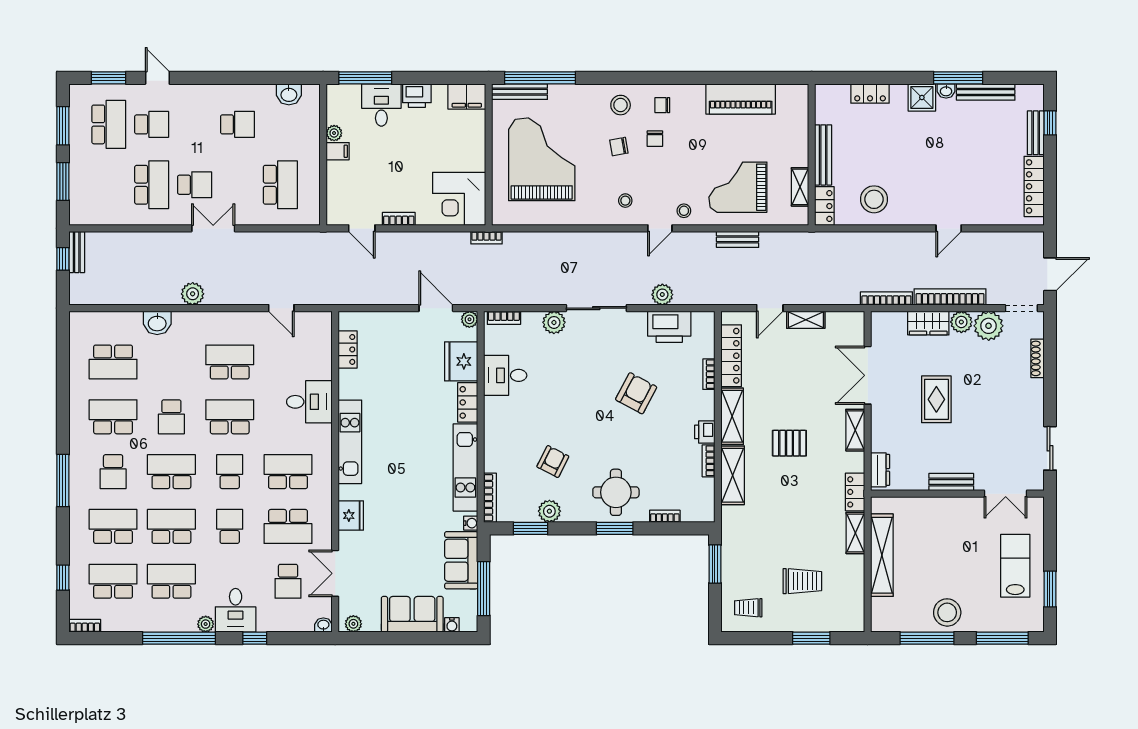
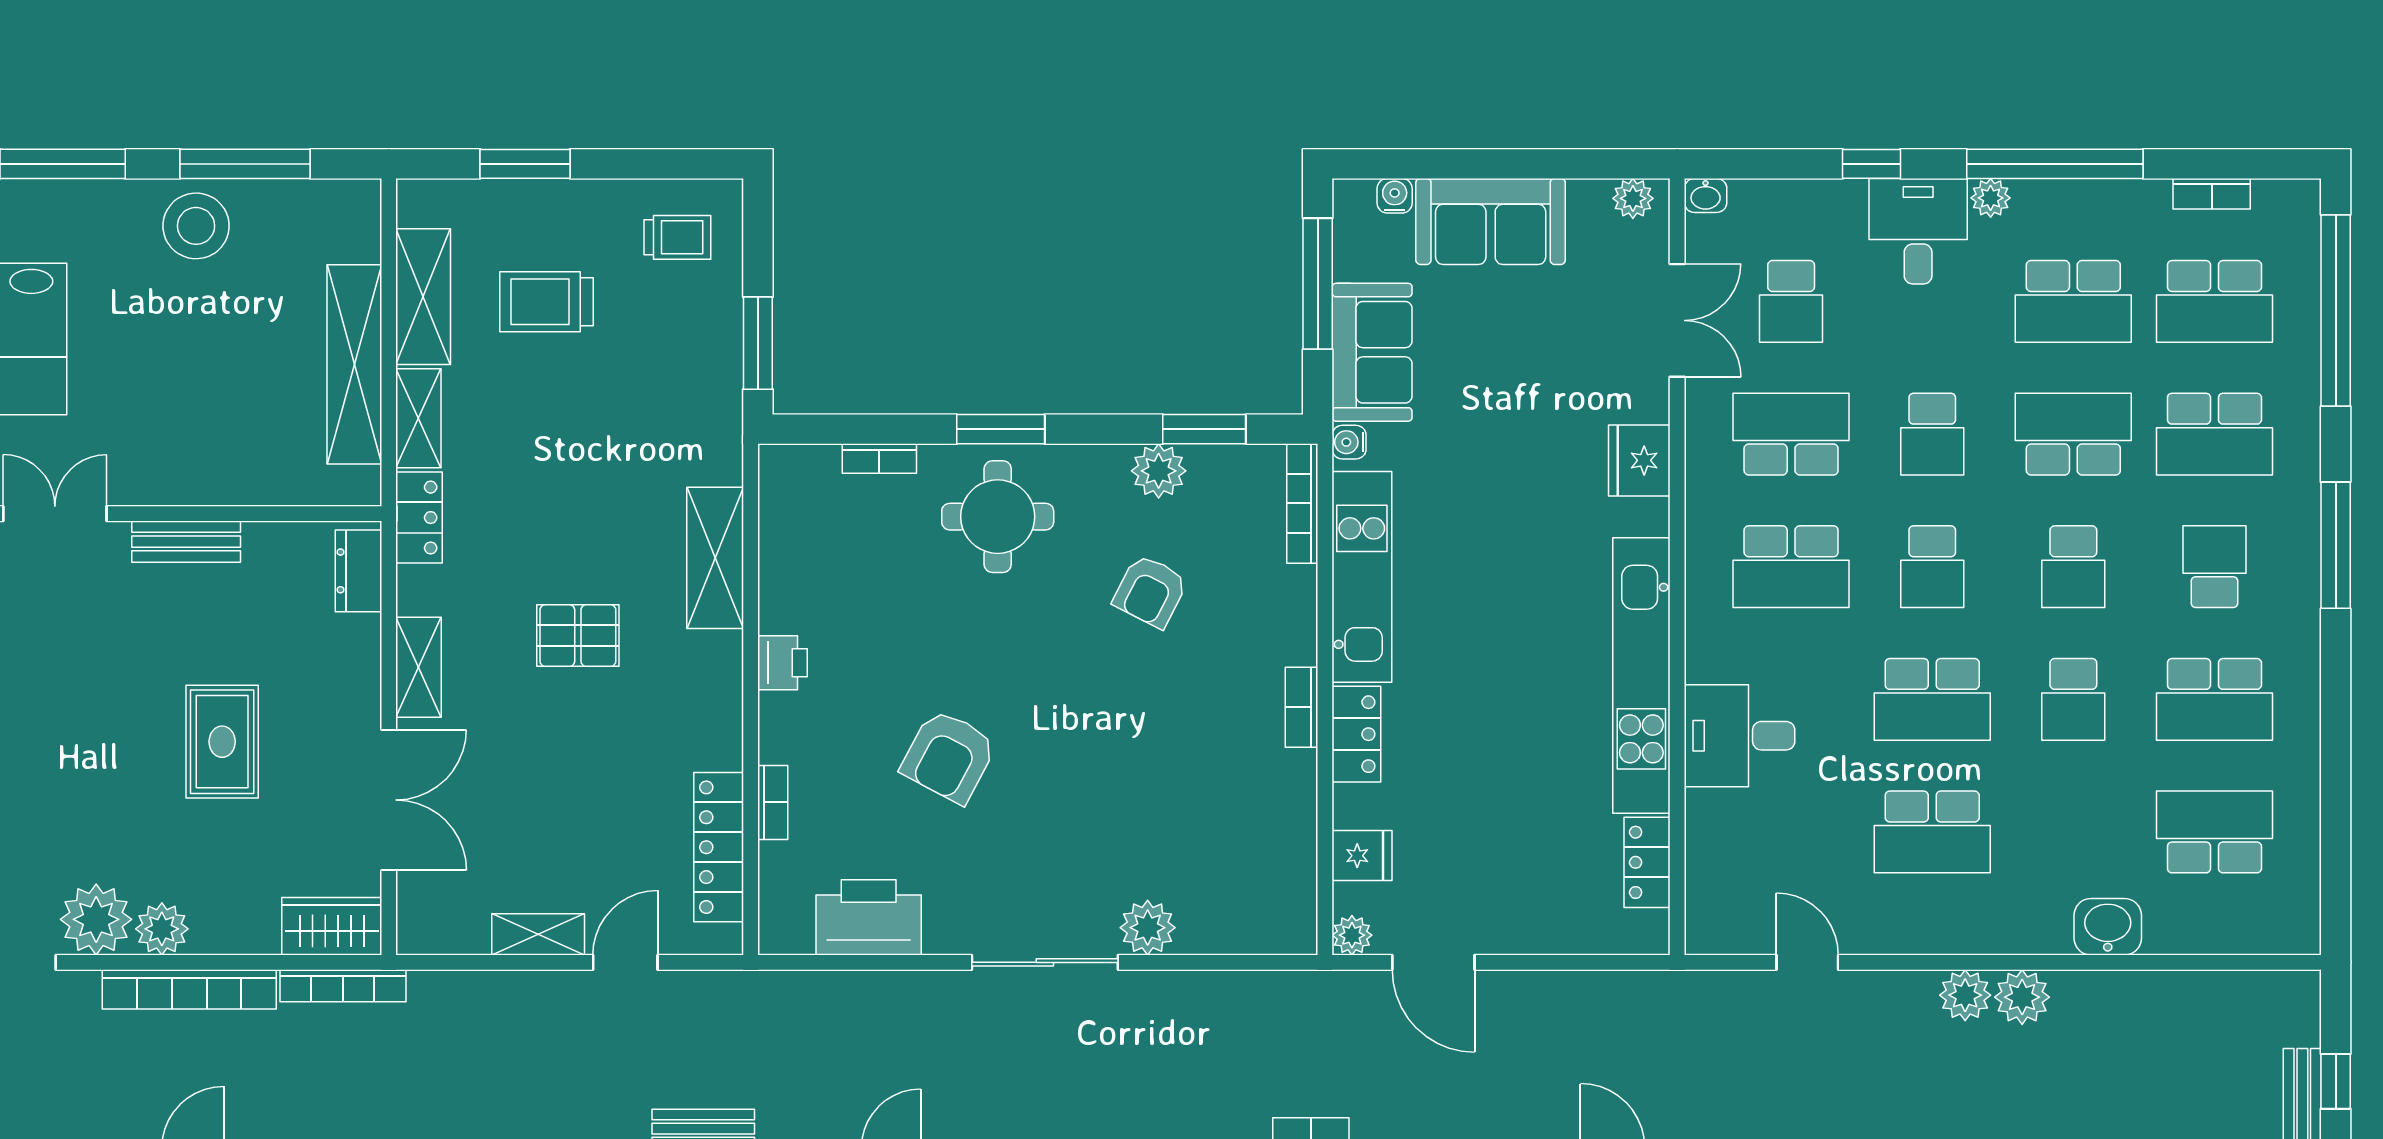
plant: (662, 295) -> (1965, 995), moved
bookcase: (504, 318) -> (1302, 707), moved, turned -90
wardrobe: (928, 323) -> (332, 926), moved
fridge: (461, 361) -> (1362, 856), width x0.53, depth x0.75
desk: (505, 375) -> (1265, 800), removed
shelving: (732, 416) -> (423, 297), moved
school desk: (171, 417) -> (2073, 699), turned 180
kitchen unit: (350, 442) -> (1641, 675), width x1.36
bookcase: (709, 461) -> (773, 593), removed
school desk: (171, 472) -> (2073, 567), width x0.54
school desk: (171, 526) -> (2073, 434), turned 180
window: (63, 578) -> (2336, 310), width x3.17
school desk: (288, 581) -> (1791, 301), turned 180
bookcase: (85, 626) -> (2212, 194), moved

